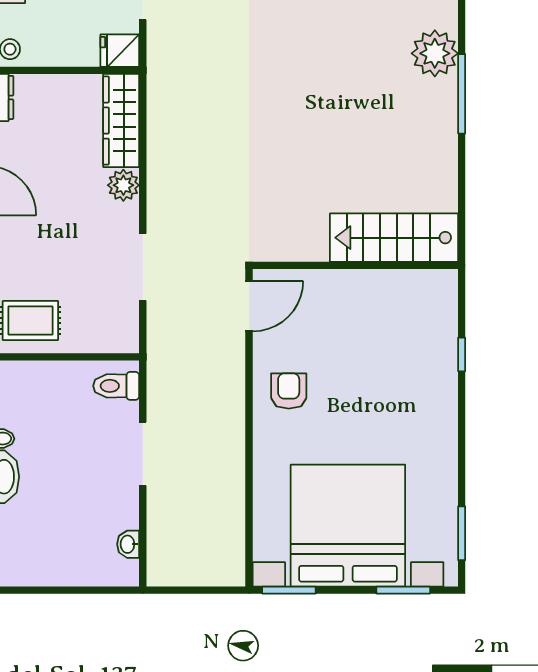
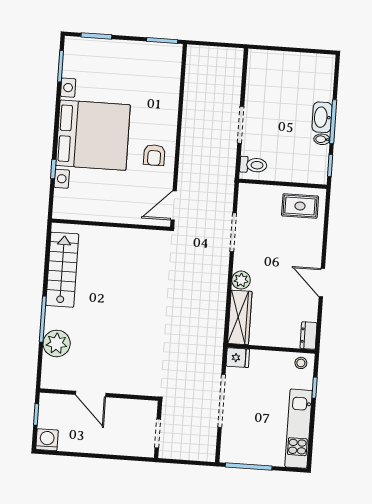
stairs: (394, 238) -> (62, 270), moved, turned -90
bed with nightstands: (348, 526) -> (93, 135), moved, turned -90
washbasin: (128, 544) -> (253, 73), removed

